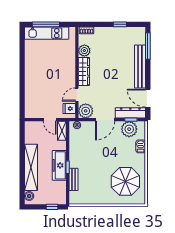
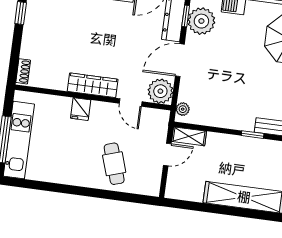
plant: (84, 51) -> (57, 80), removed
cafe table: (40, 90) -> (114, 164), added
fridge: (69, 109) -> (81, 109), moved
door: (105, 120) -> (180, 60), swing flipped
freezer: (59, 165) -> (247, 149), removed

